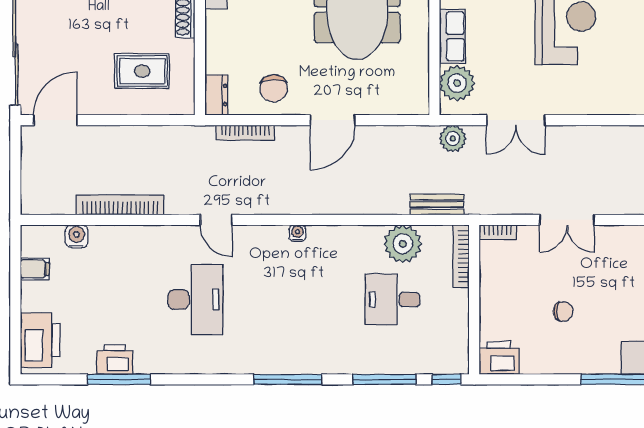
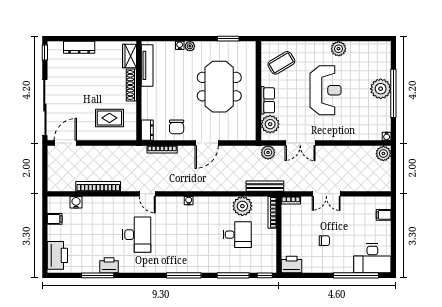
bench: (437, 205) -> (265, 186), width x1.36
desk: (392, 300) -> (237, 235), turned 180
printer: (115, 360) -> (109, 265), moved

